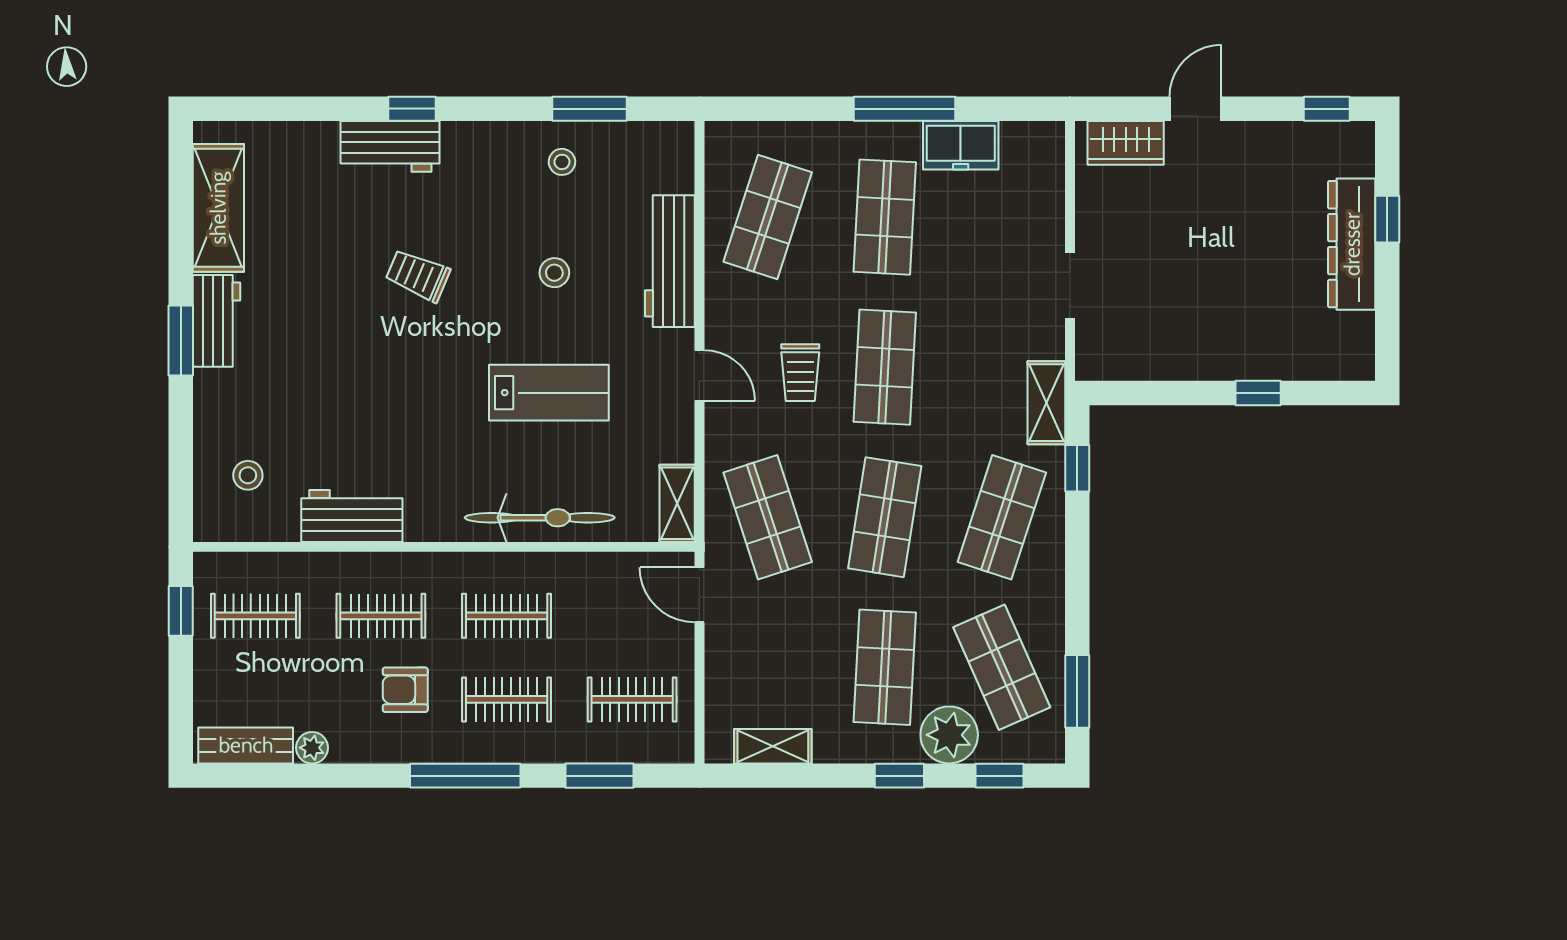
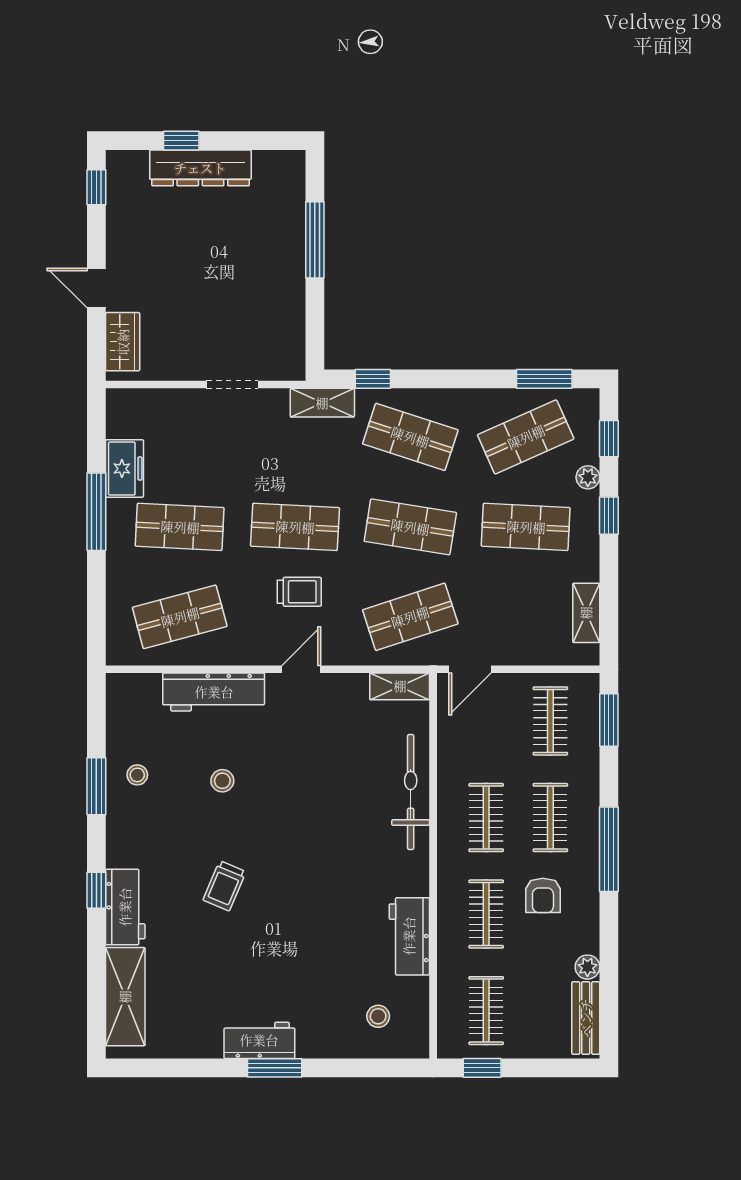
window: (589, 109) -> (96, 786), moved
shelving: (218, 208) -> (125, 997), moved, turned 90
shop shelf: (768, 217) -> (180, 617), turned -33
lab bench: (549, 393) -> (315, 785), removed
window: (1258, 393) -> (315, 240), width x2.17
plant: (949, 735) -> (588, 477), width x0.53, depth x0.53
window: (599, 776) -> (609, 720), moved

